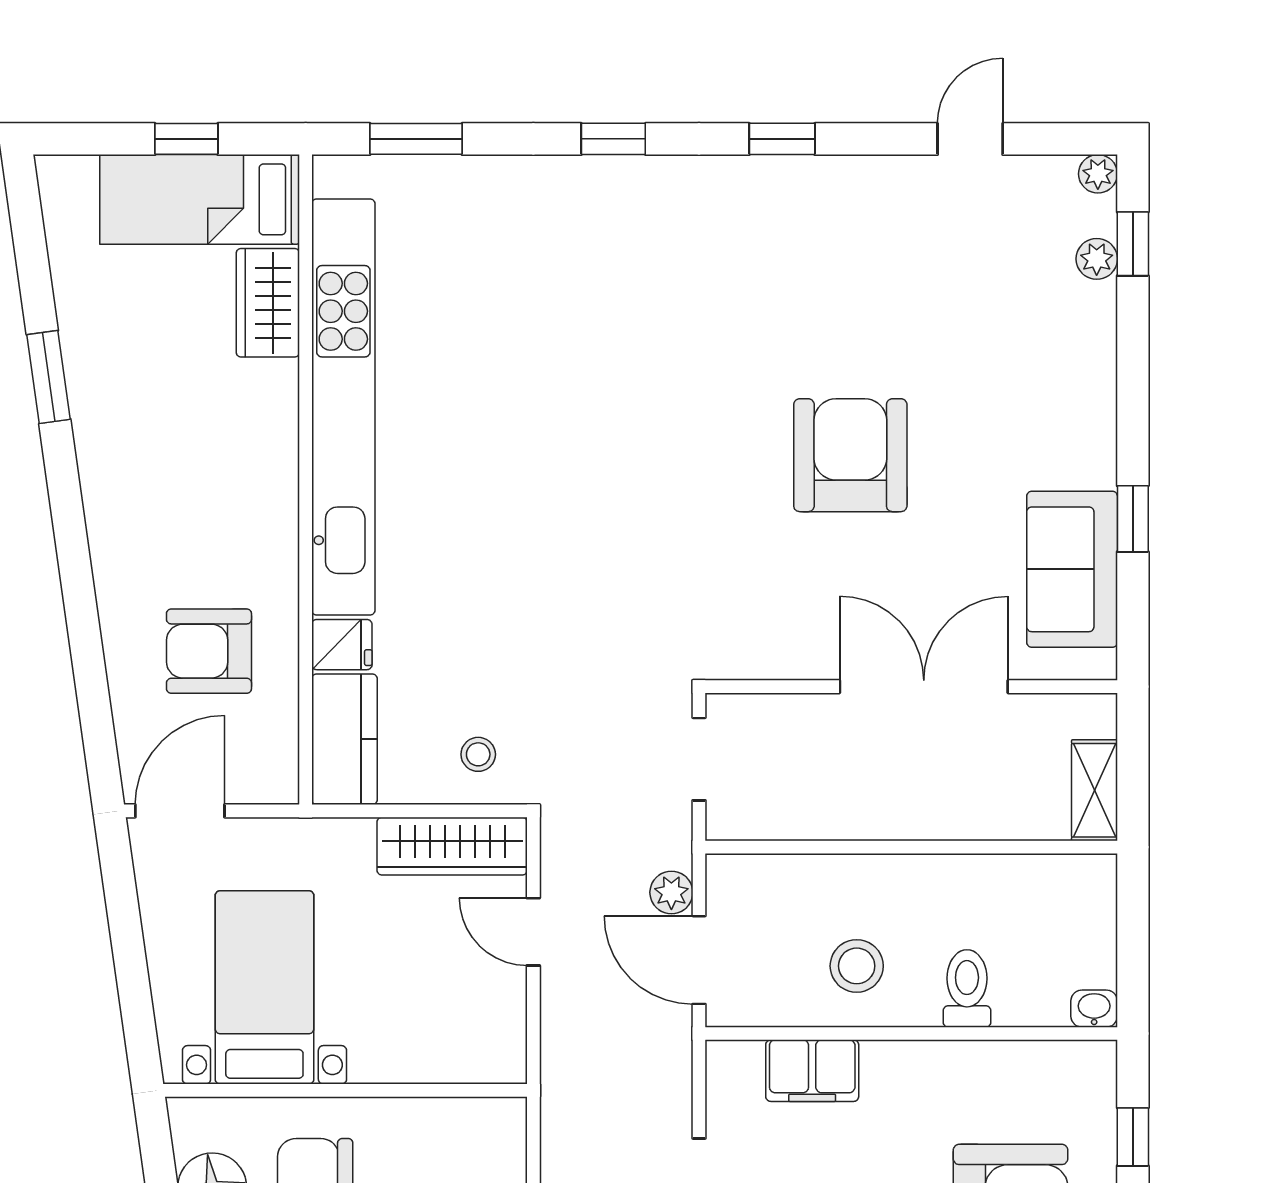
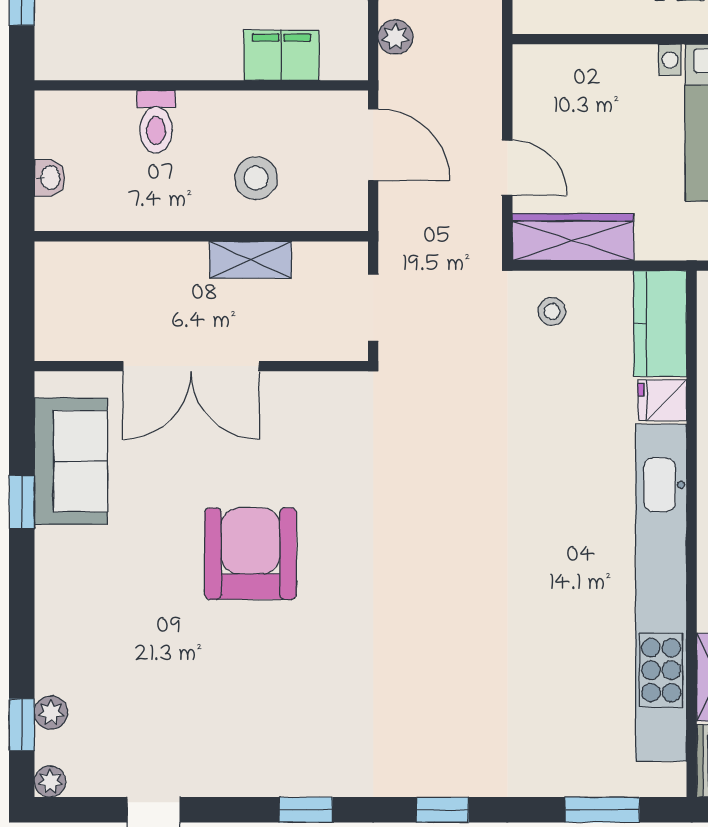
armchair: (850, 455) -> (251, 554), turned 180
shelving: (1094, 790) -> (250, 260), moved, turned 90
plant: (671, 892) -> (395, 37), moved
stool: (857, 966) -> (256, 178), moved
washbasin: (1094, 1009) -> (50, 178), moved, turned -90

